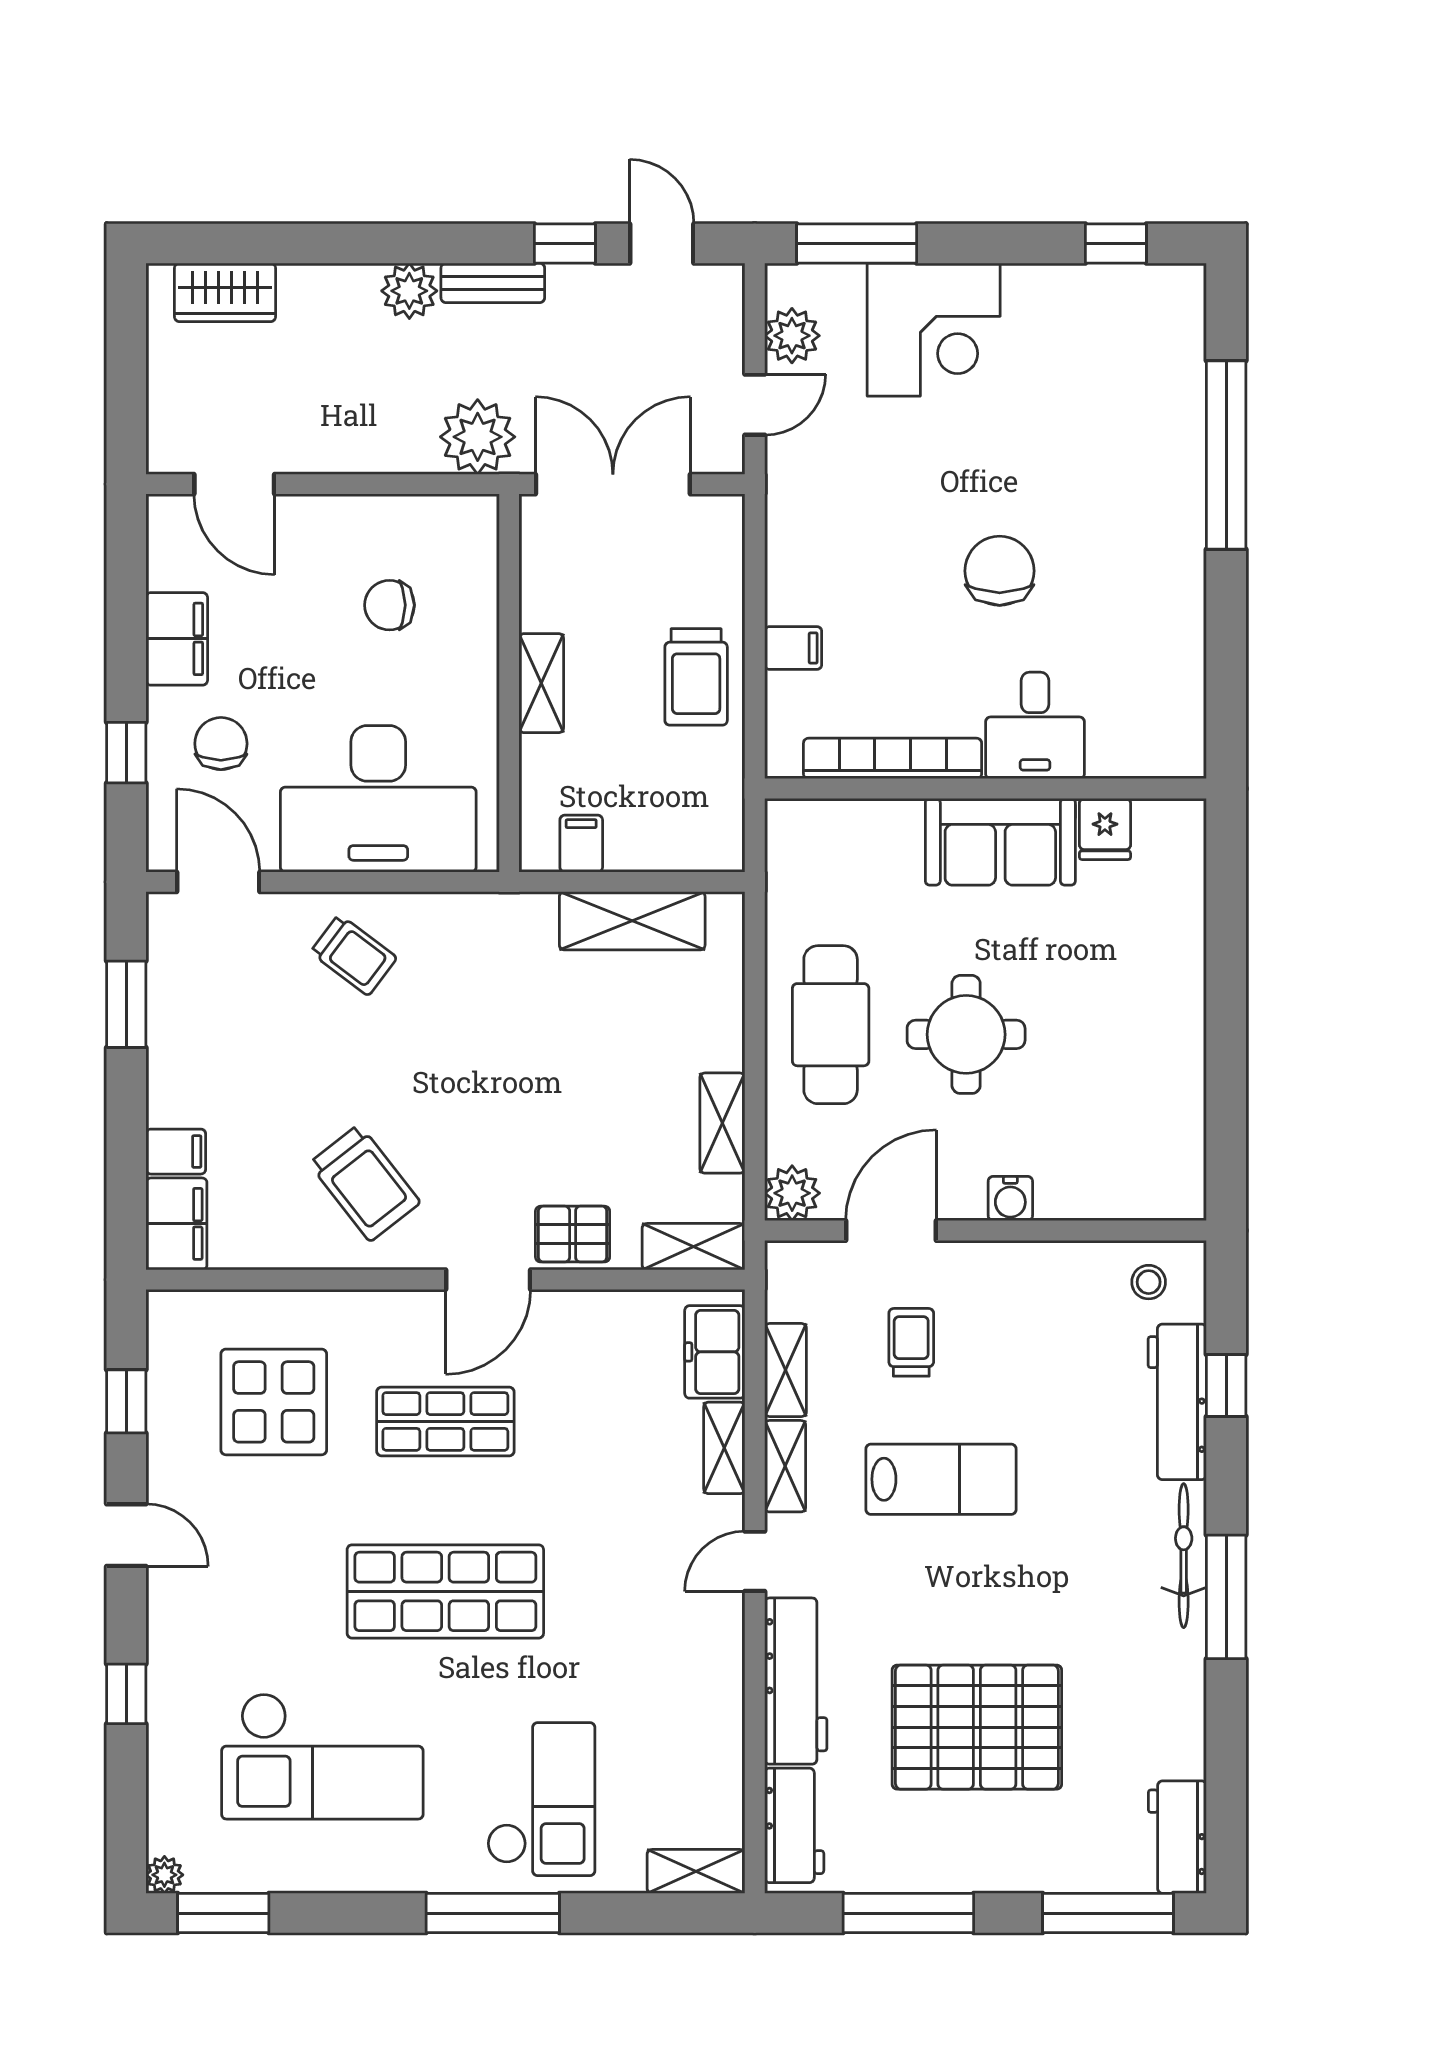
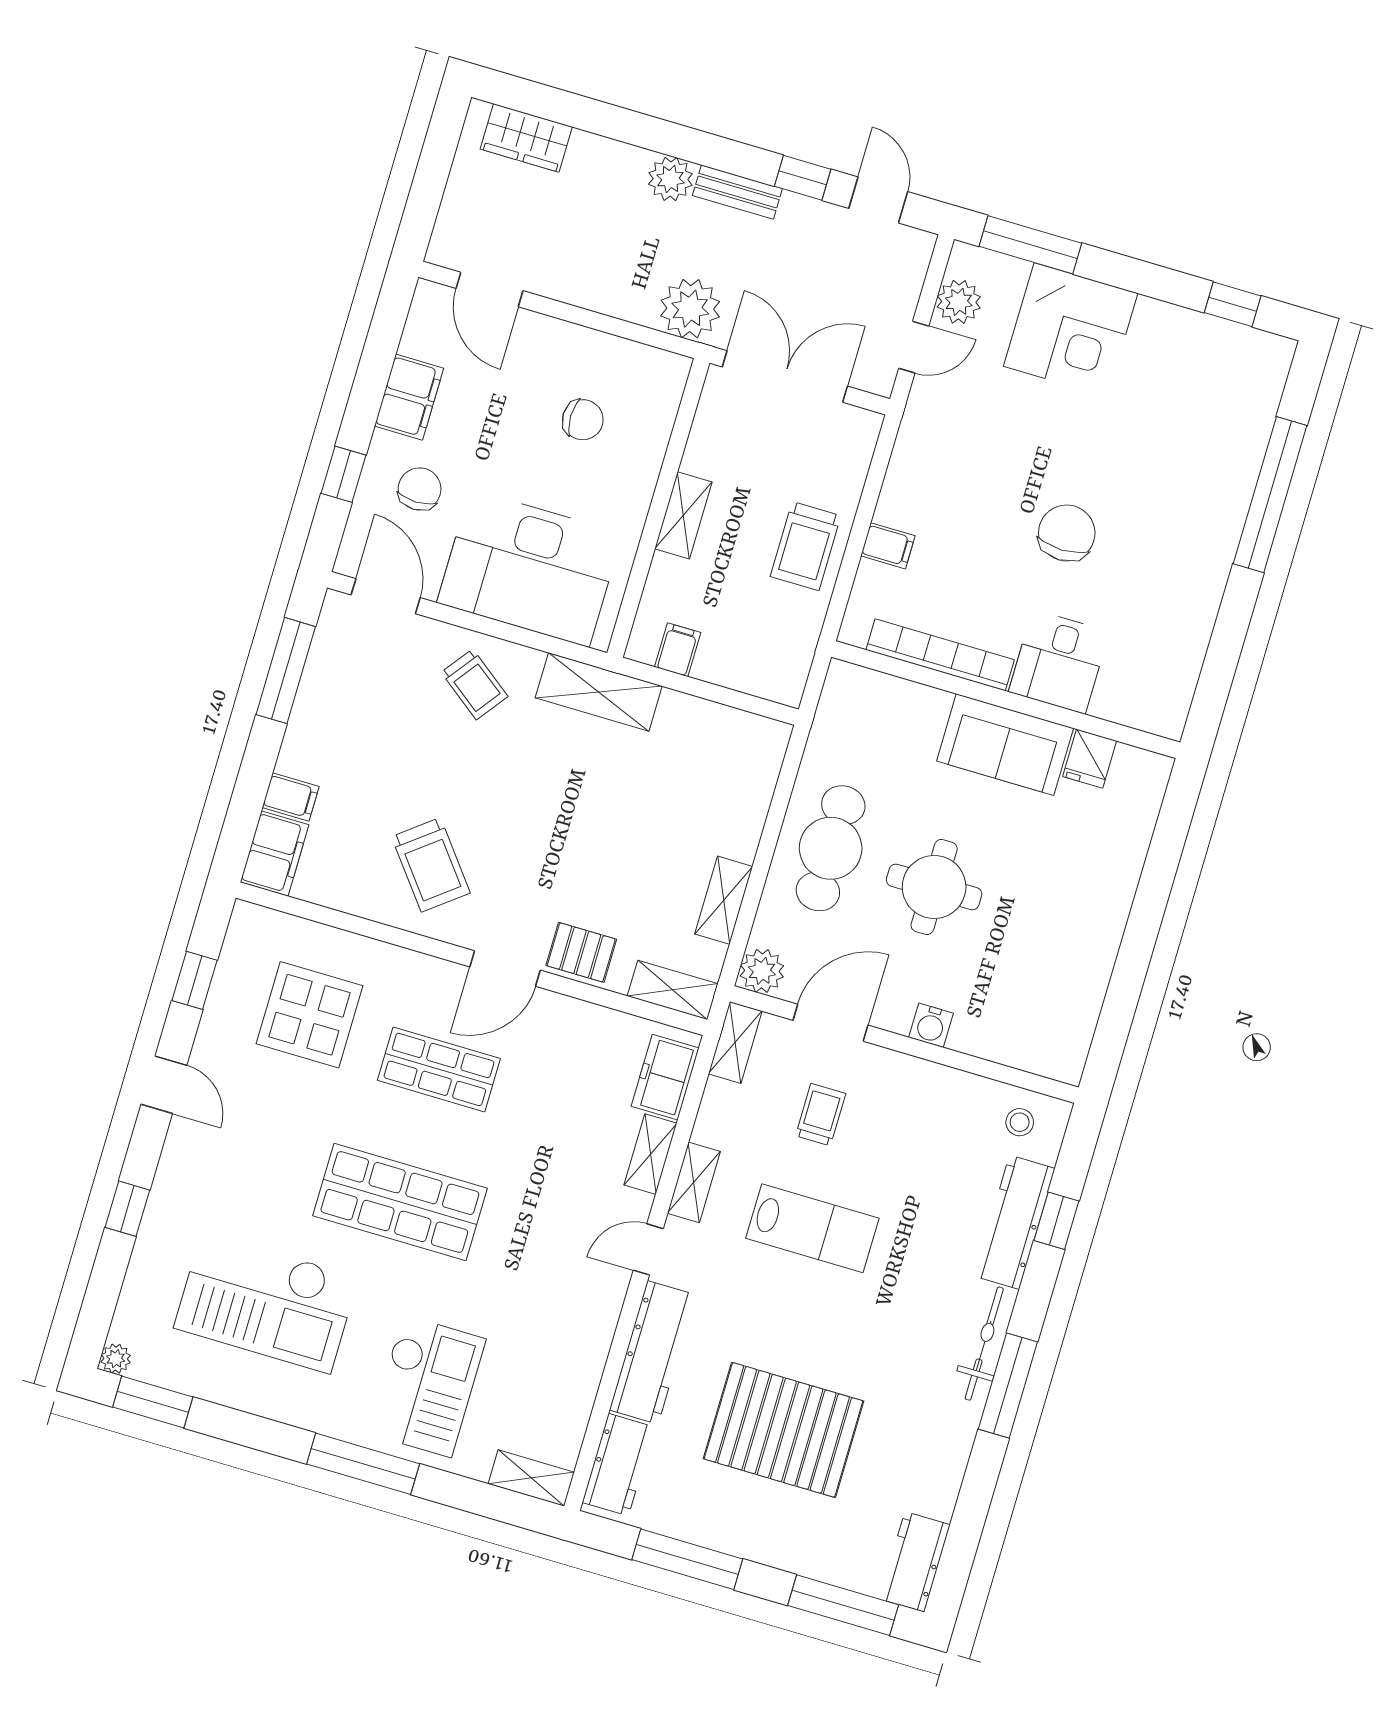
chair: (389, 605) -> (583, 420), turned 180
shelving: (632, 921) -> (599, 692), moved
window: (126, 1004) -> (286, 671), width x1.44
shelving: (785, 1370) -> (735, 1042), moved

